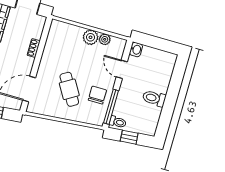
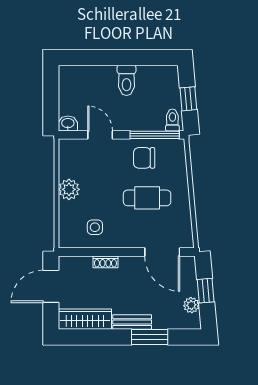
plant: (105, 39) -> (66, 169), removed
side table: (59, 48) -> (95, 227), added
door: (122, 69) -> (100, 135), swing flipped
cafe table: (69, 89) -> (147, 198), turned 31

